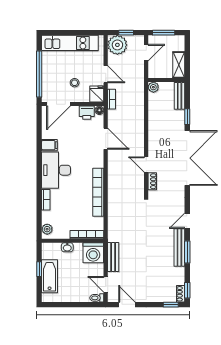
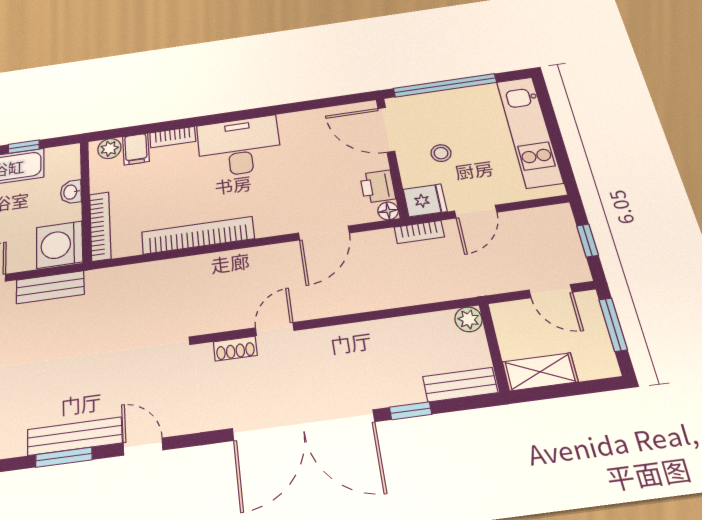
plant: (117, 45) -> (552, 226), removed
filing cabinet: (49, 145) -> (136, 149), moved

